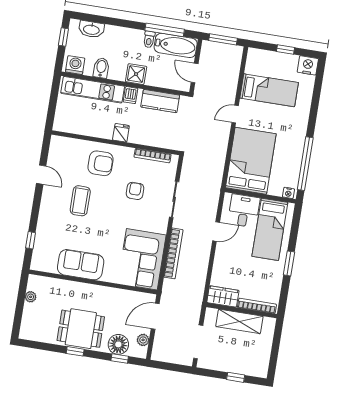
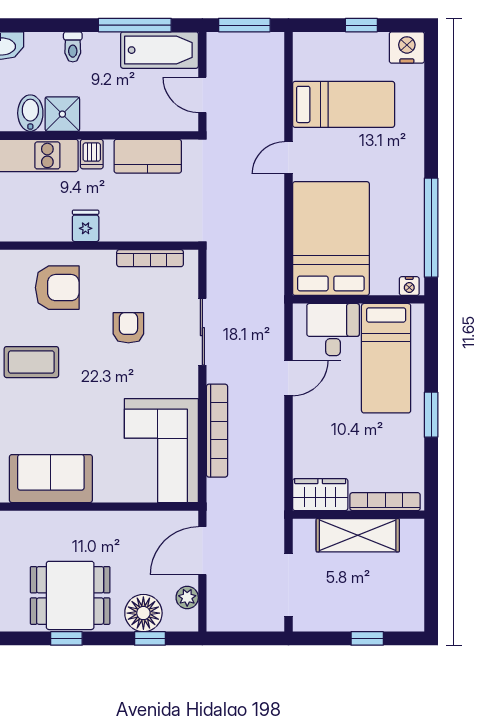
toilet: (149, 39) -> (73, 47), moved
shower: (136, 74) -> (62, 114), moved
coffee table: (80, 201) -> (31, 362), turned 90

